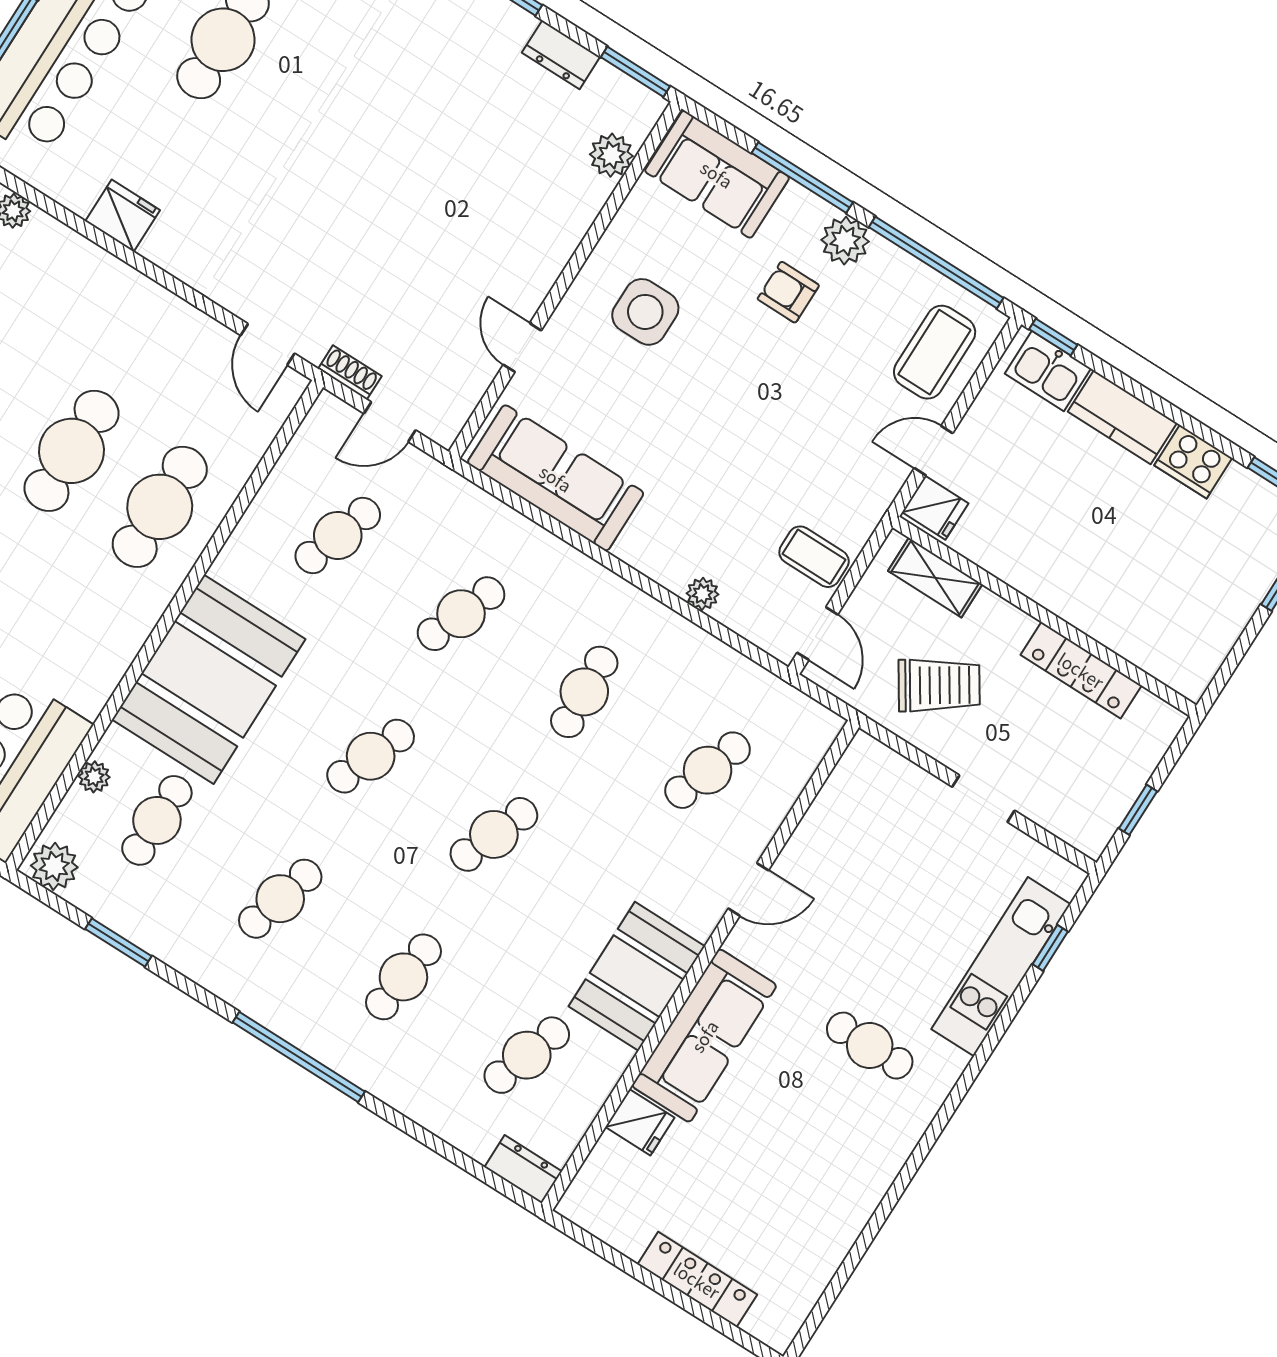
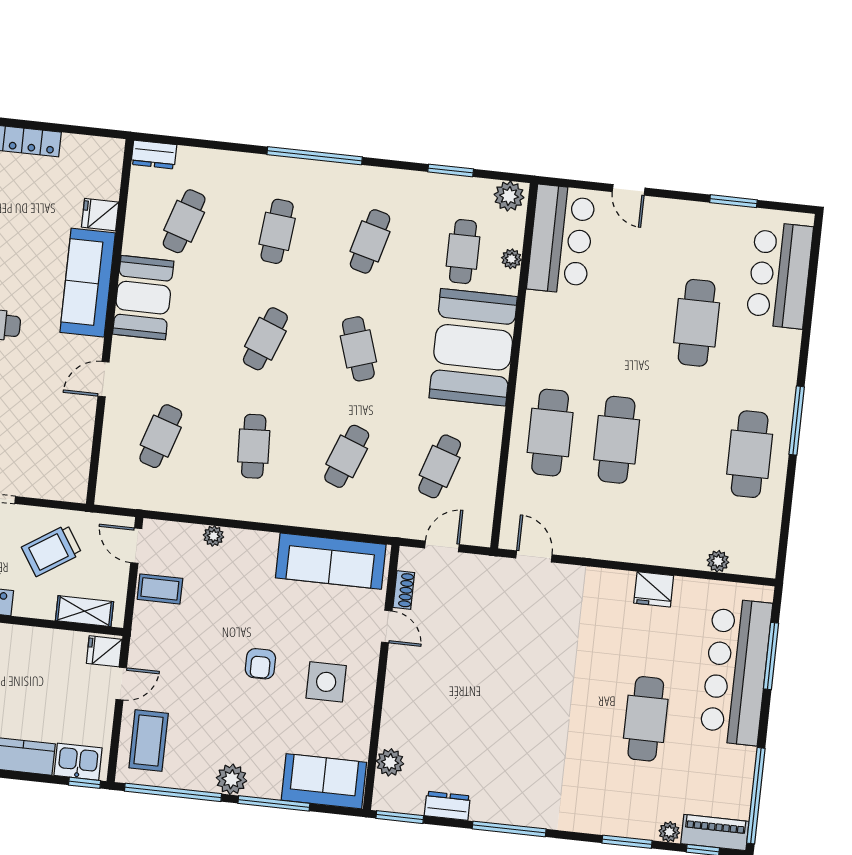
armchair: (788, 292) -> (260, 664), moved, turned 90
shoe rack: (350, 373) -> (404, 590), moved, turned -90
cafe table: (371, 756) -> (358, 349), turned -39

